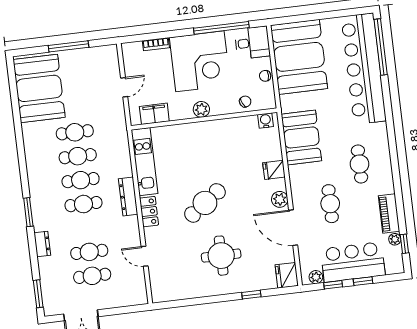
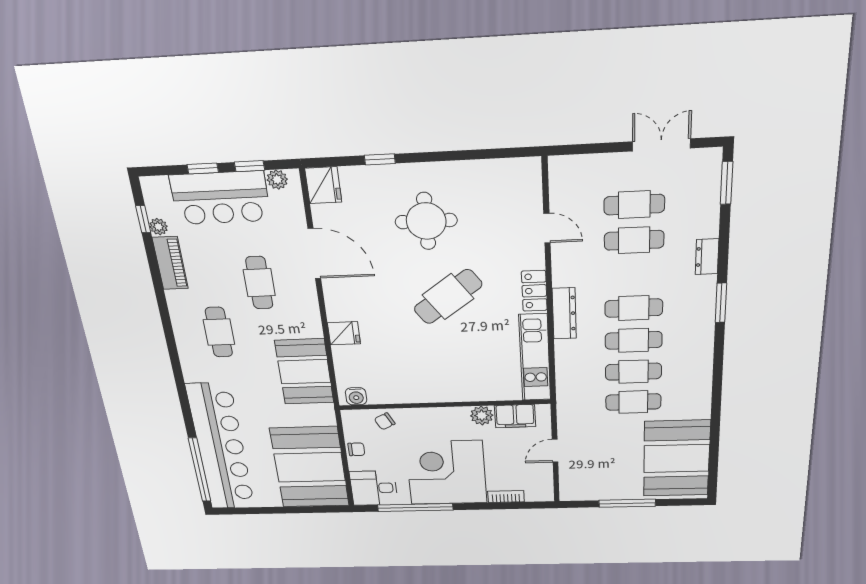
plant: (201, 109) -> (482, 415), moved
plant: (280, 199) -> (335, 294), removed

